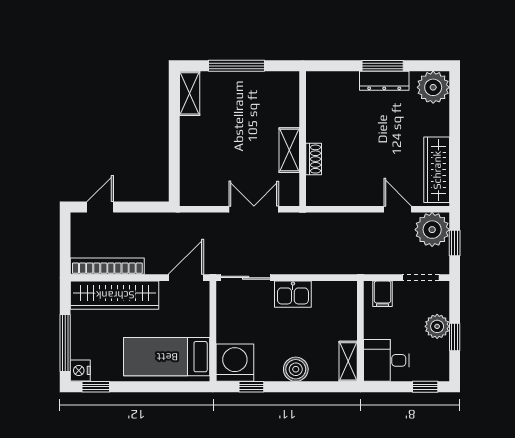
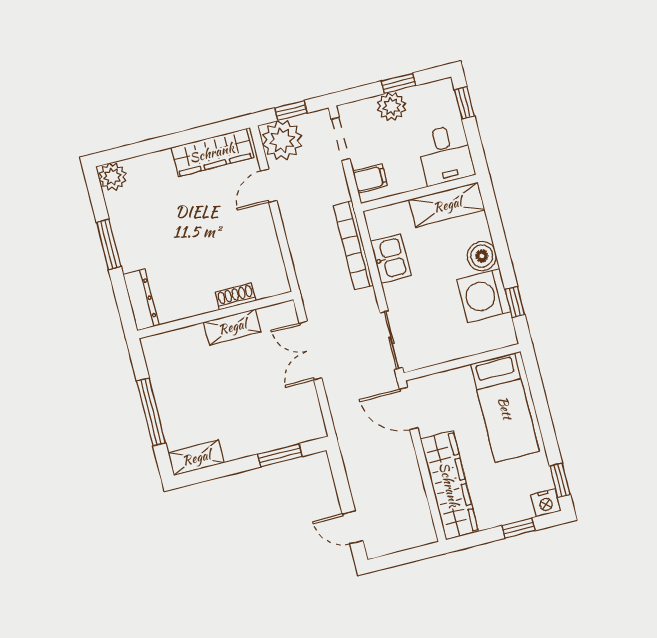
dresser: (384, 81) -> (141, 300), moved
plant: (433, 87) -> (113, 177), width x0.73, depth x0.73
window: (174, 162) -> (280, 455), added
bookcase: (107, 266) -> (353, 245), moved
kitchen sink: (293, 294) -> (391, 258), moved
window: (65, 343) -> (519, 528), width x0.46
shelving: (348, 361) -> (447, 205), width x1.50, depth x1.33
washing machine: (235, 363) -> (484, 296), moved

